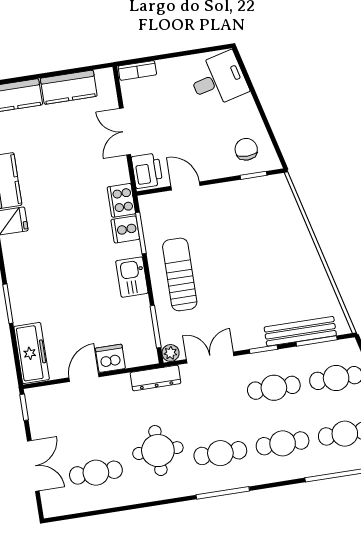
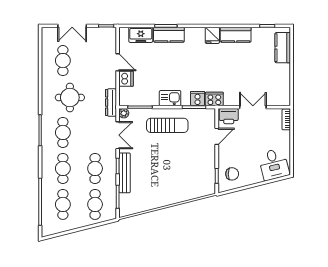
kitchen counter: (69, 87) -> (169, 35), moved, turned -90
bench: (300, 331) -> (125, 173), moved
freezer: (32, 353) -> (141, 35), width x0.71

